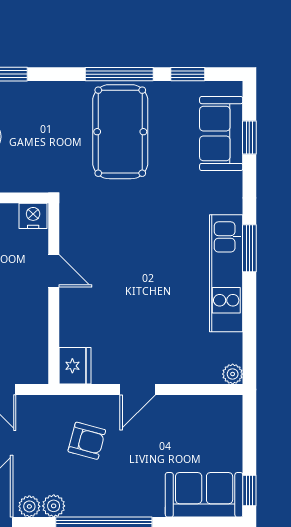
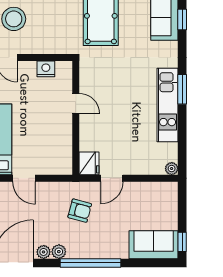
door: (54, 271) -> (76, 104), moved
wall: (54, 294) -> (76, 118), moved
fridge: (75, 366) -> (89, 163), moved

